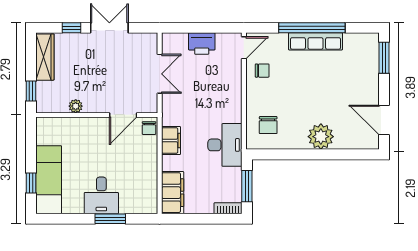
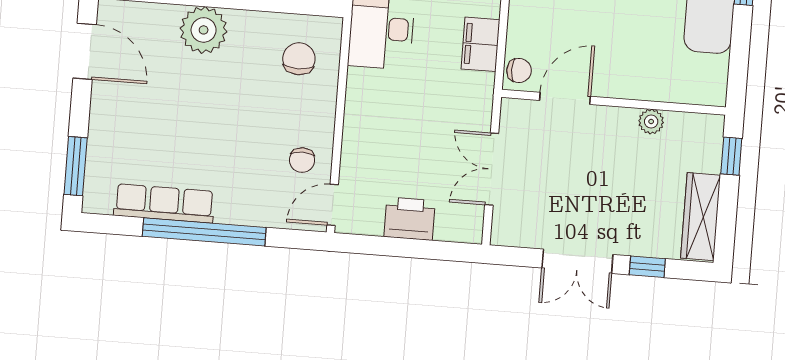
row of seats: (316, 41) -> (164, 203), moved
chair: (262, 71) -> (302, 160), turned -90
chair: (149, 128) -> (519, 70), turned 90

